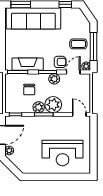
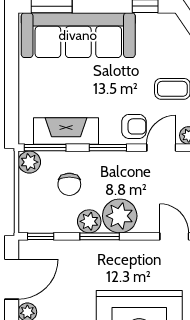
plant: (54, 79) -> (29, 162), moved

